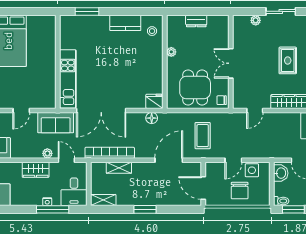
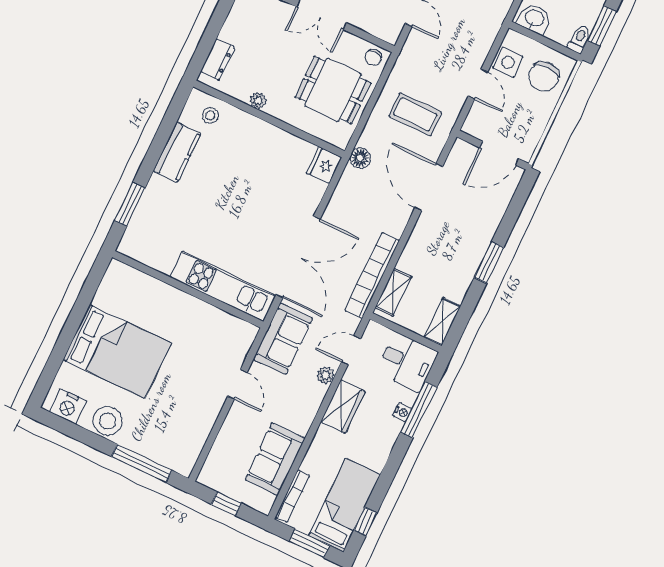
dresser: (196, 21) -> (218, 59), moved
floor lamp: (152, 118) -> (360, 158), moved
shelving: (119, 168) -> (393, 292), moved
chair: (240, 191) -> (544, 77), moved, turned 90

